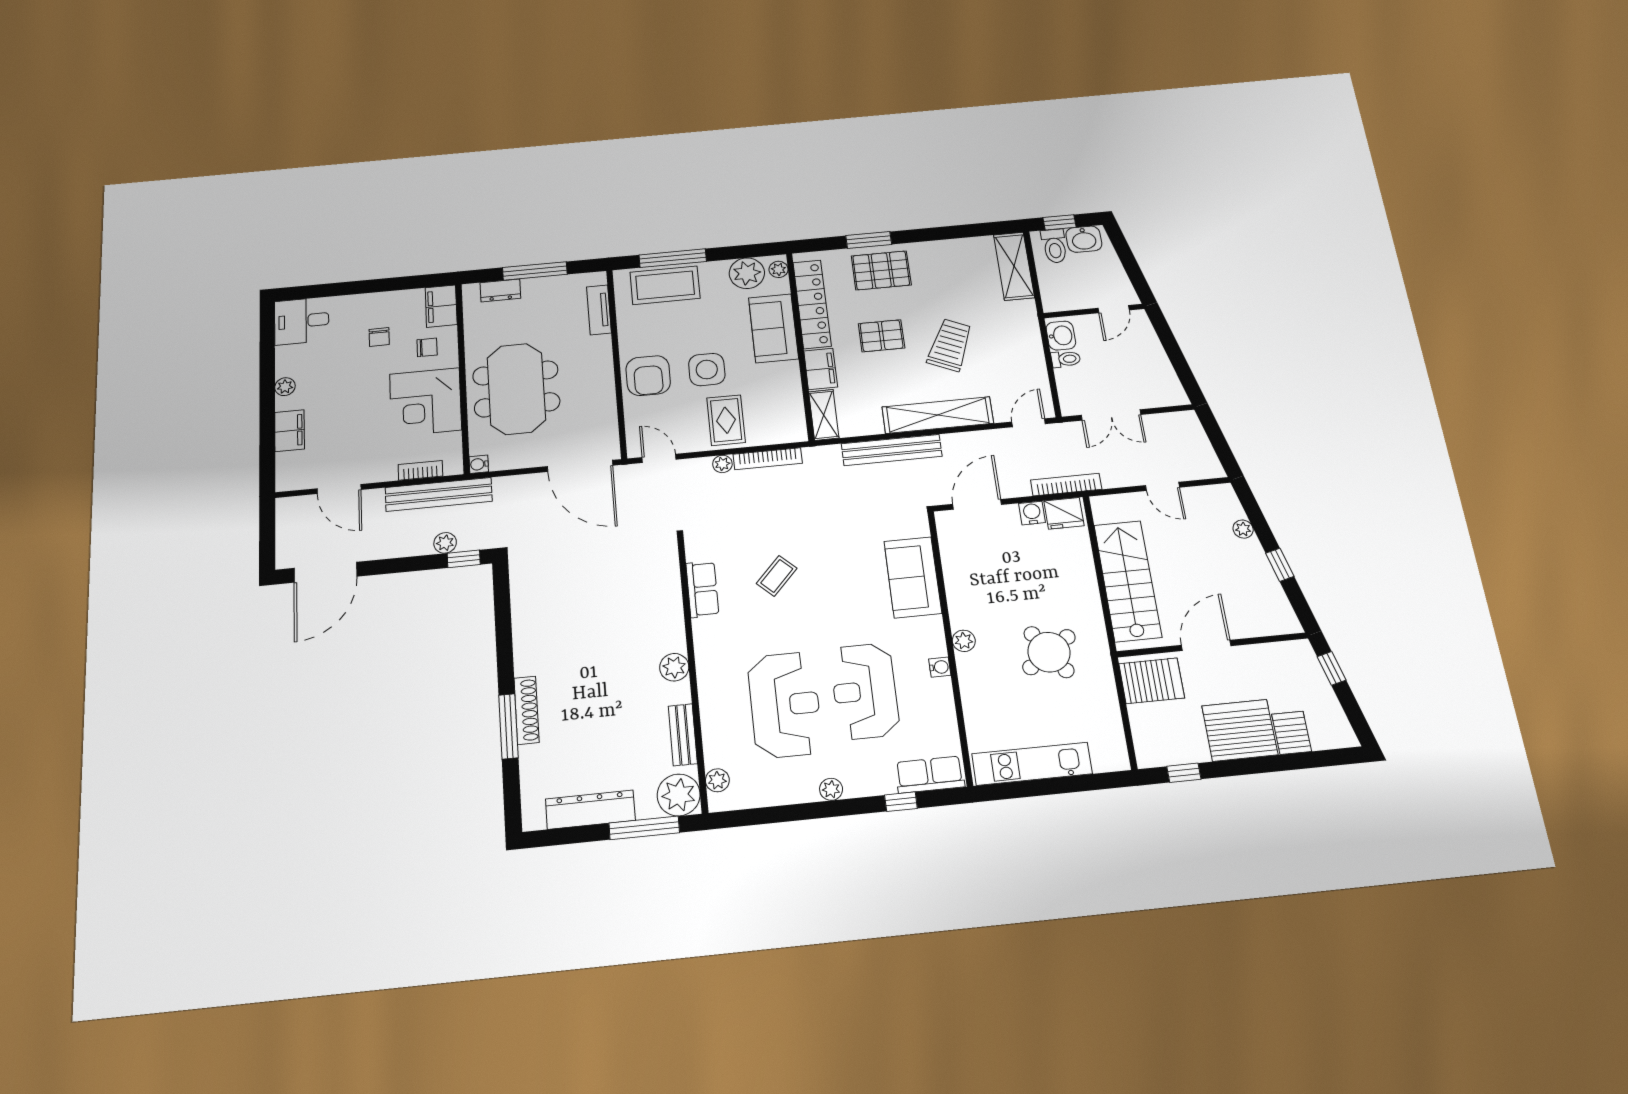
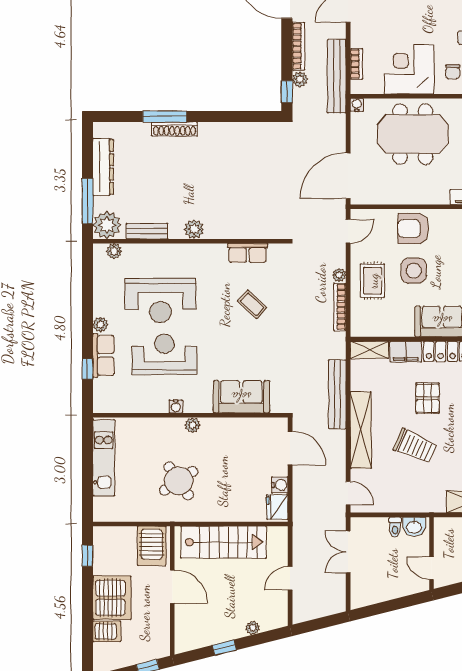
rug: (726, 420) -> (373, 281), turned 90
bookcase: (1066, 485) -> (298, 46), moved
row of seats: (930, 775) -> (103, 355), moved

